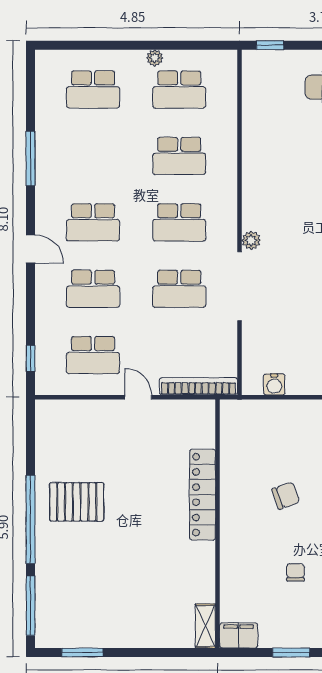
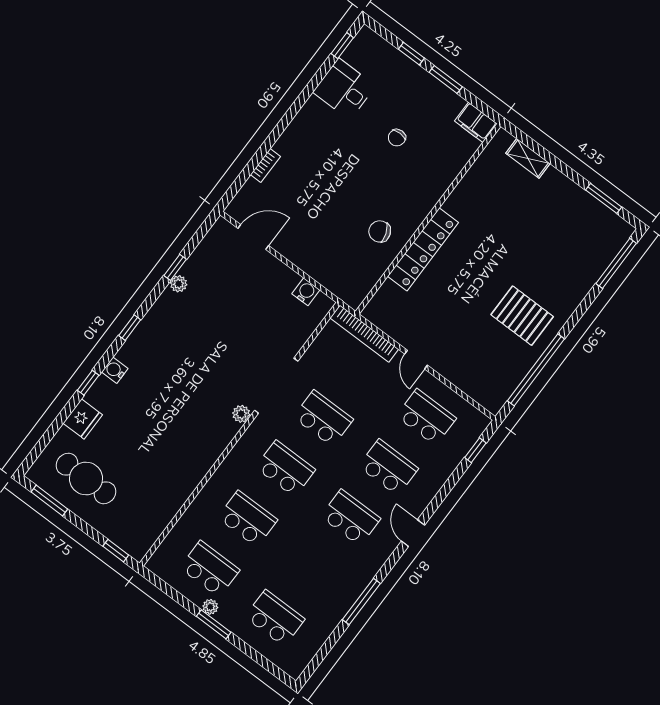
window: (141, 45) -> (214, 624), added
chair: (286, 496) -> (380, 231), moved
window: (31, 519) -> (536, 370), moved
shelving: (205, 626) -> (528, 158), moved, turned 90

